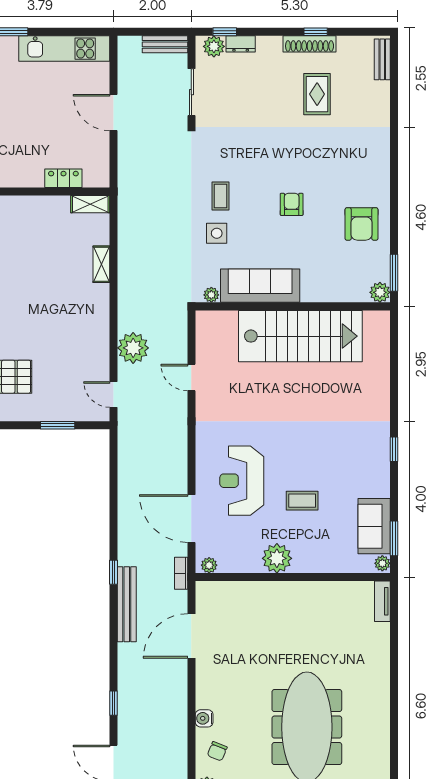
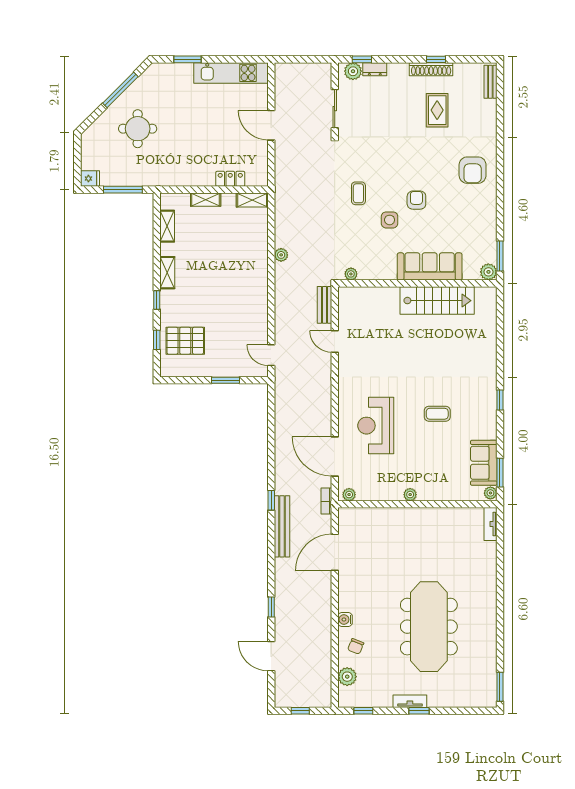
bench: (165, 44) -> (325, 305), moved, turned 90
armchair: (361, 224) -> (473, 170), moved
side table: (217, 233) -> (390, 220), moved
shelving: (101, 264) -> (206, 200), moved, turned 90
sofa: (260, 286) -> (430, 266), moved
stairs: (300, 336) -> (437, 301), width x0.73, depth x0.66
plant: (133, 348) -> (281, 255), moved, width x0.53, depth x0.53
coffee table: (302, 501) -> (437, 414), moved
plant: (277, 558) -> (410, 495), width x0.53, depth x0.53

